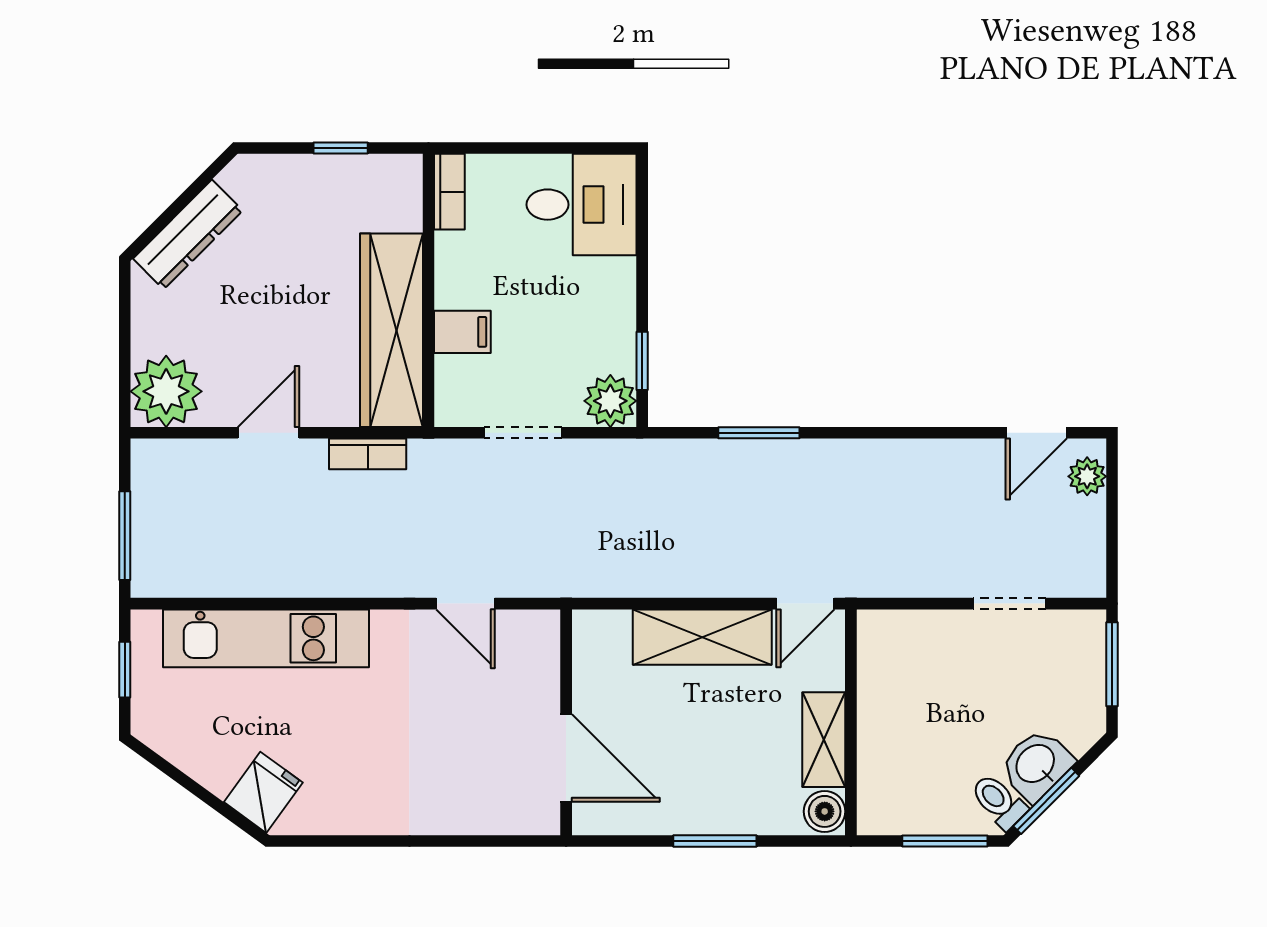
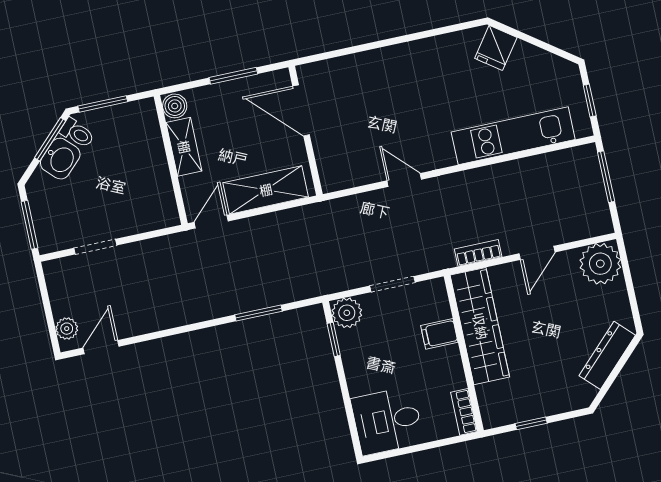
wall: (566, 722) -> (306, 131), moved
door: (566, 758) -> (301, 110), moved

